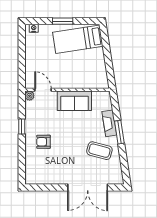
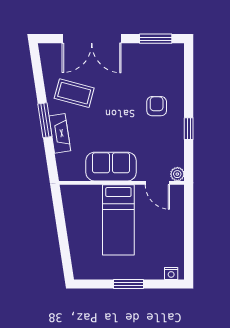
bed: (78, 39) -> (118, 220), moved, turned 99
armchair: (44, 142) -> (157, 106), turned -90
window: (44, 188) -> (156, 39), added
double door: (88, 188) -> (92, 39), swing flipped

